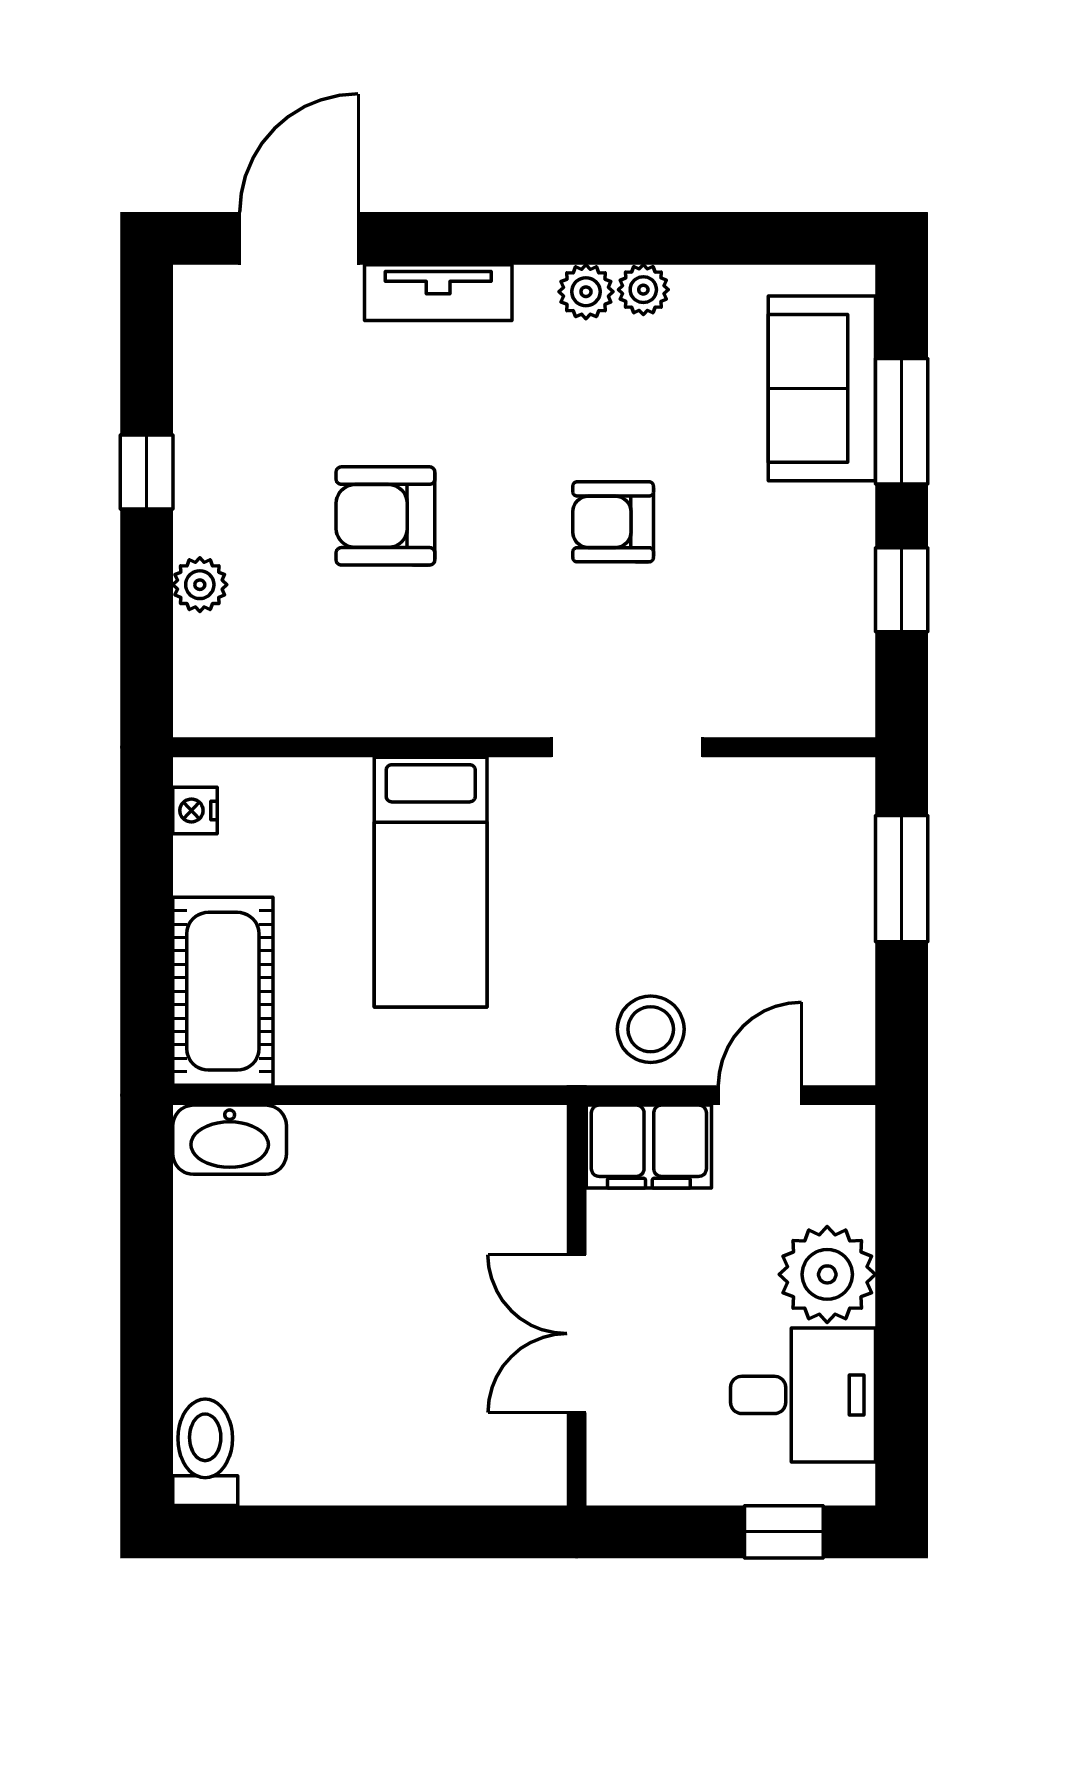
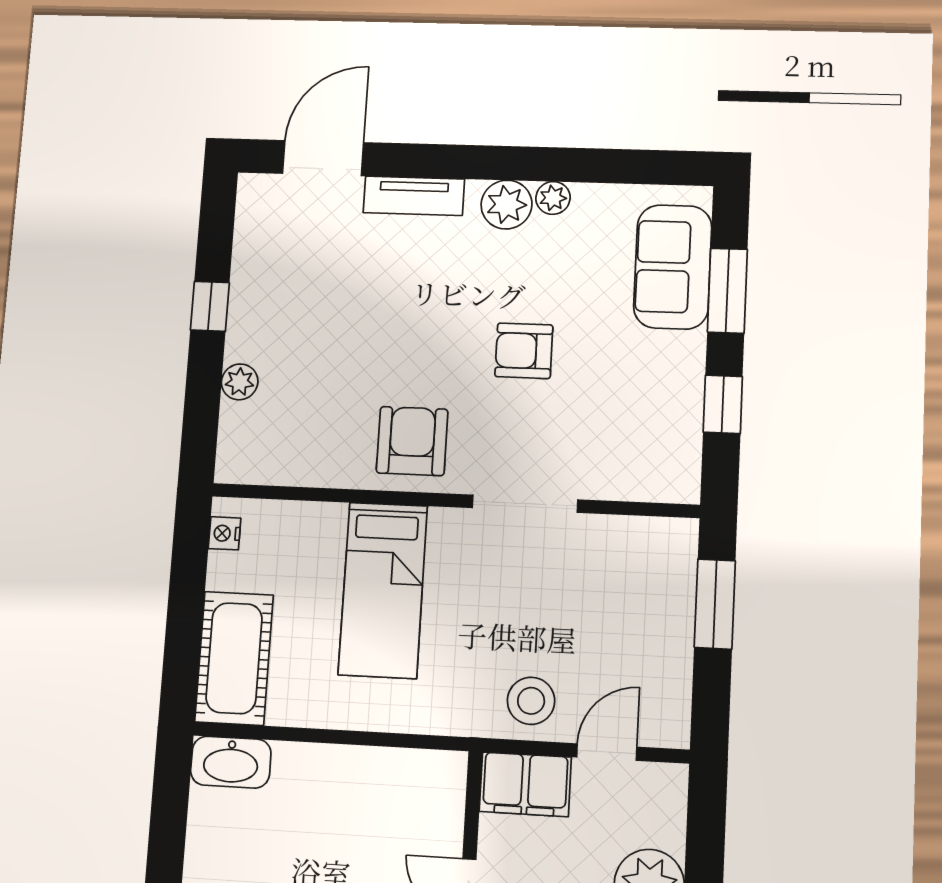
plant: (586, 292) -> (506, 205), width x1.38, depth x1.38
armchair: (385, 516) -> (412, 441), moved, turned 90

